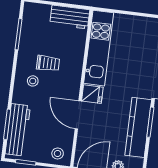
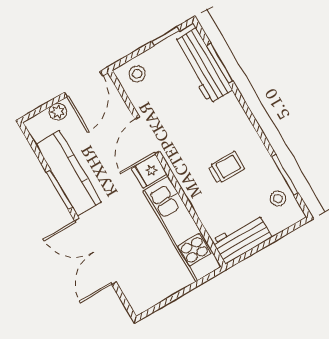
trolley: (48, 63) -> (226, 168), turned 180
stool: (33, 81) -> (278, 199), moved
door: (78, 115) -> (147, 135), swing flipped

